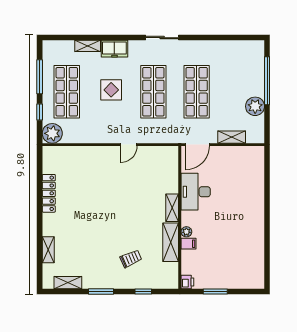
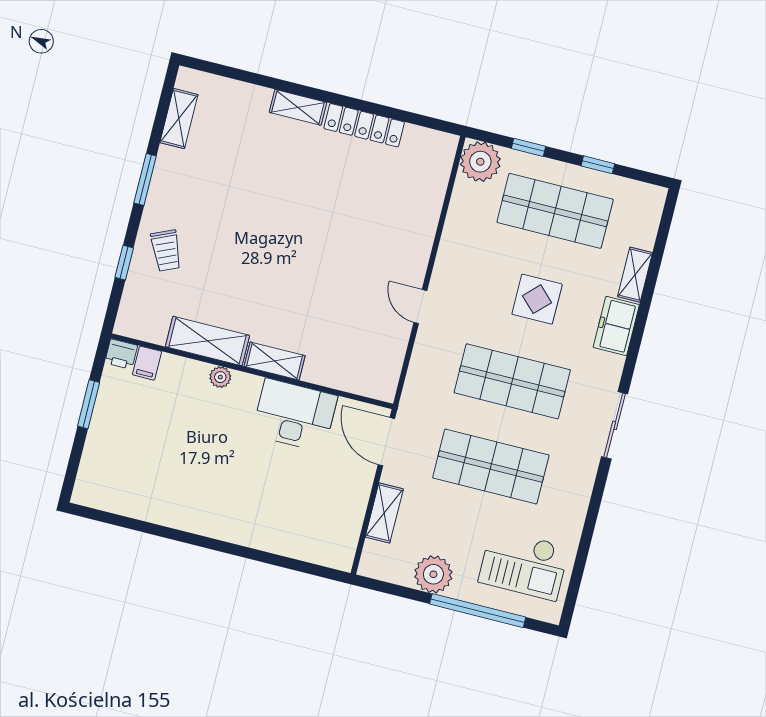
checkout: (239, 64) -> (524, 564), added
window: (40, 77) -> (598, 165), width x0.46
filing cabinet: (189, 244) -> (147, 363), moved
shelving: (48, 250) -> (298, 107), moved
trolley: (131, 259) -> (166, 251), moved

